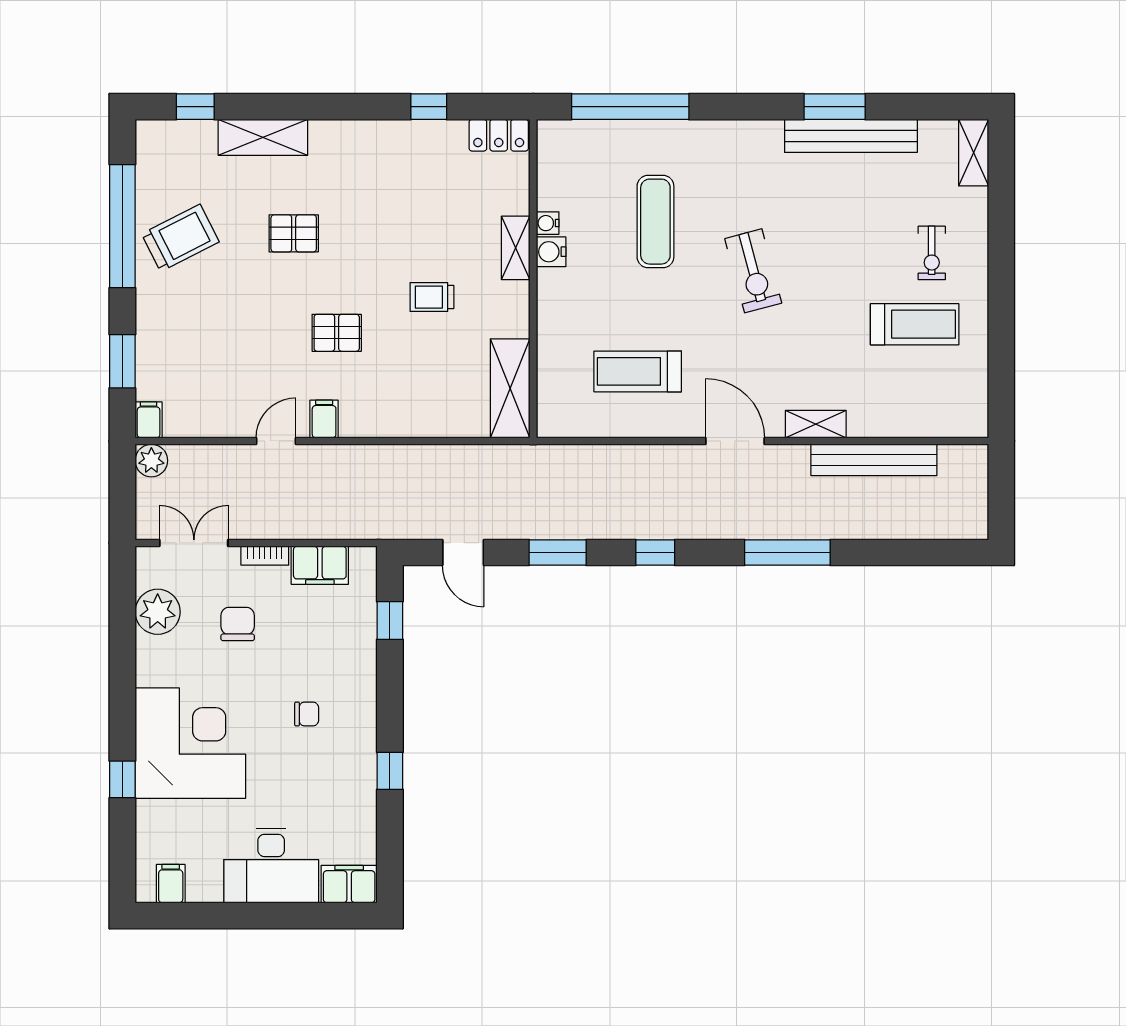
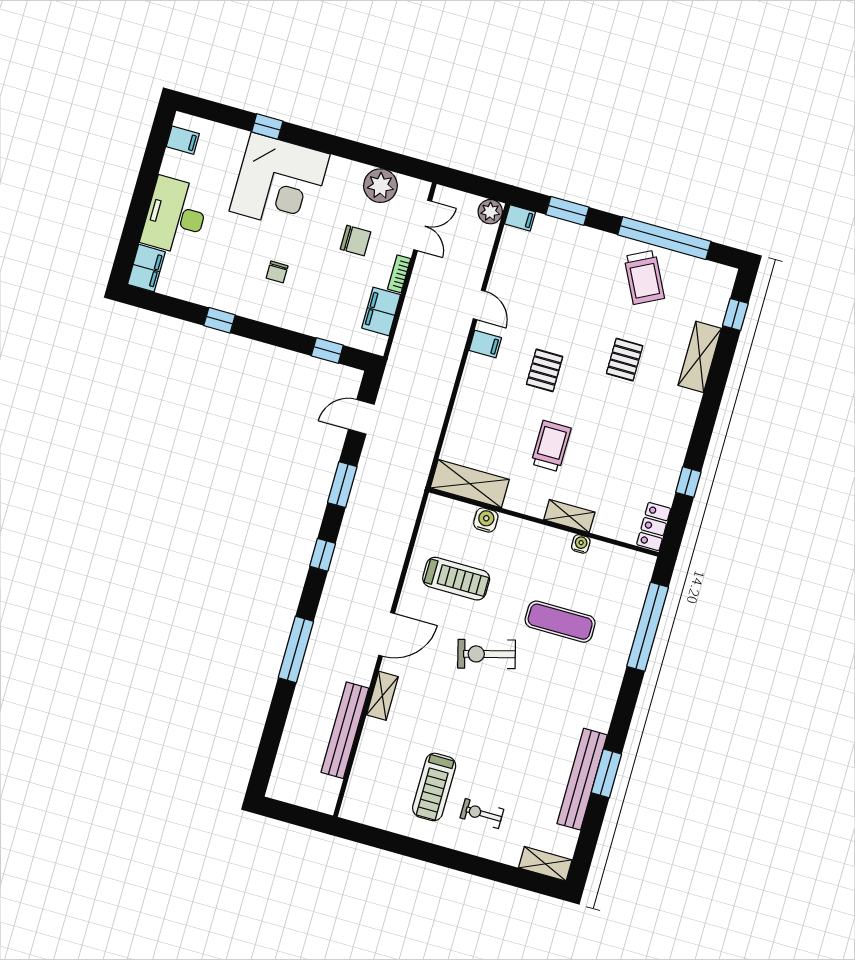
water cooler: (551, 252) -> (486, 520), moved
exercise bike: (753, 271) -> (487, 654), moved
trolley: (432, 297) -> (551, 446), width x1.36, depth x1.39
treadmill: (638, 371) -> (456, 579), turned 90

